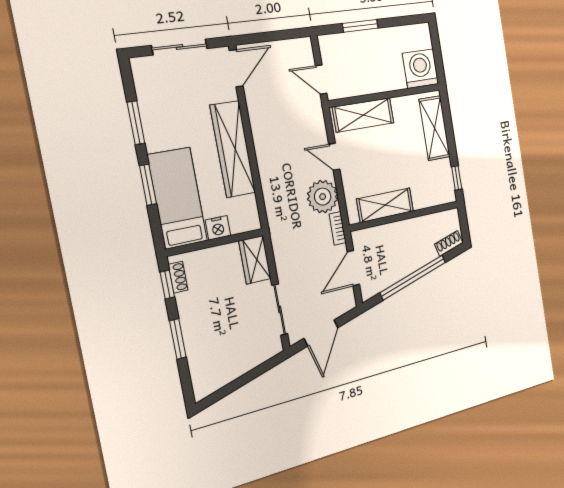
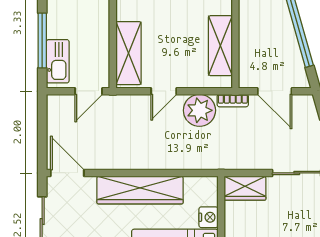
window: (360, 26) -> (42, 41), width x1.44
kitchen sink: (344, 44) -> (58, 61), added

